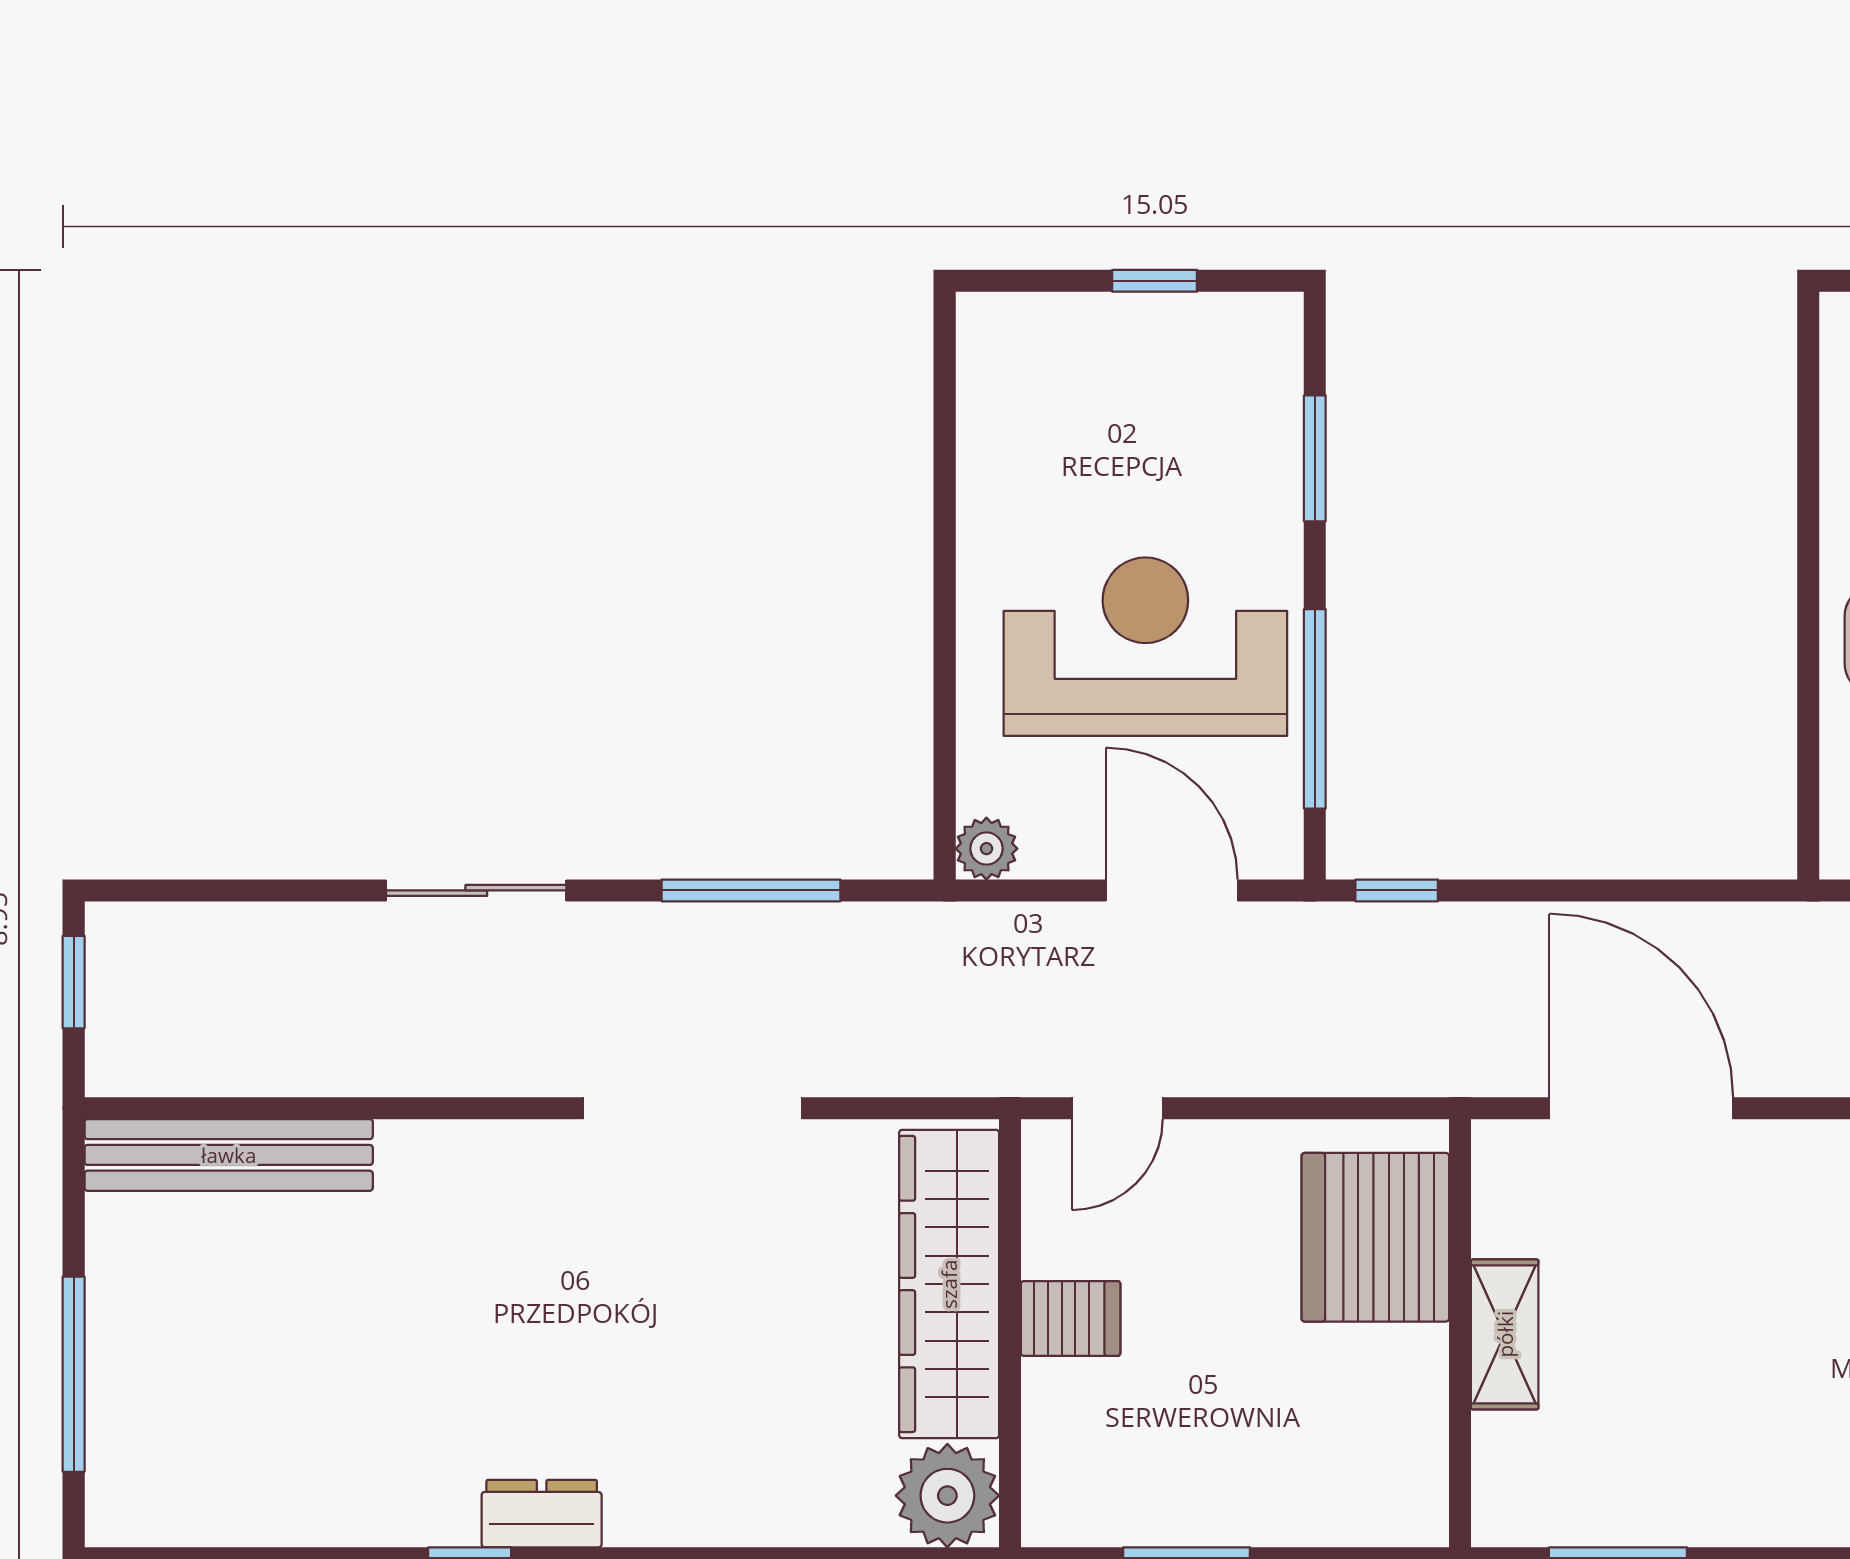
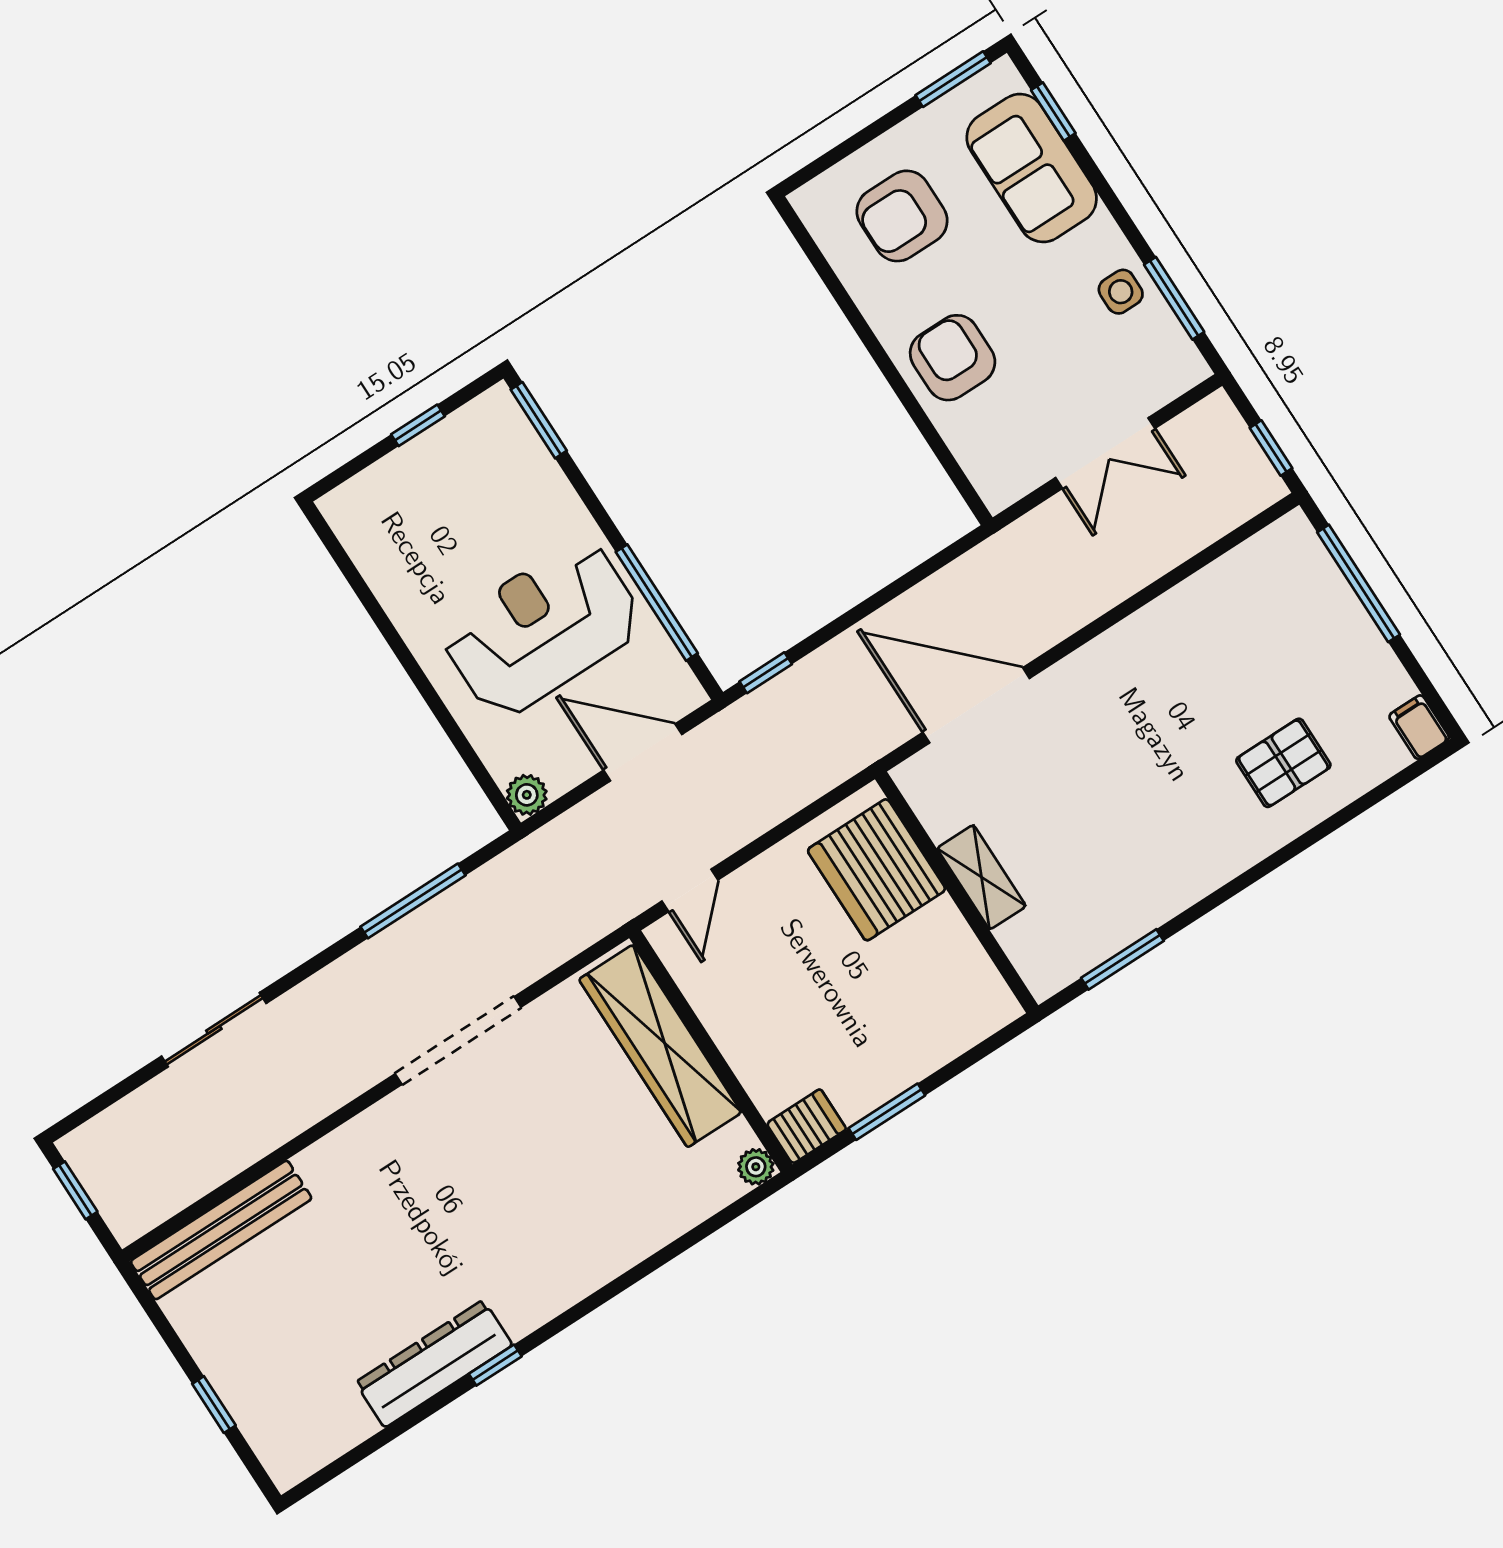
window: (1315, 458) -> (539, 420), moved
sliding door: (476, 890) -> (214, 1030), moved
server rack: (1071, 1319) -> (806, 1126), moved
window: (74, 1374) -> (214, 1405), width x0.46
plant: (947, 1496) -> (756, 1167), width x0.53, depth x0.53
dresser: (542, 1514) -> (434, 1364), moved, width x1.96, depth x1.24

